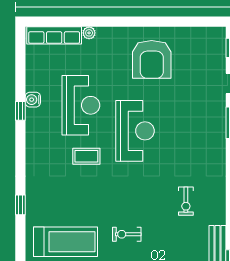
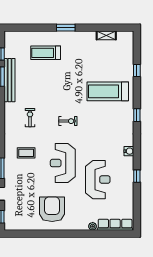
water cooler: (33, 100) -> (129, 151), moved
reception desk: (81, 105) -> (98, 180), turned 180
coffee table: (86, 156) -> (26, 153), moved
exercise bike: (127, 234) -> (68, 121), moved

